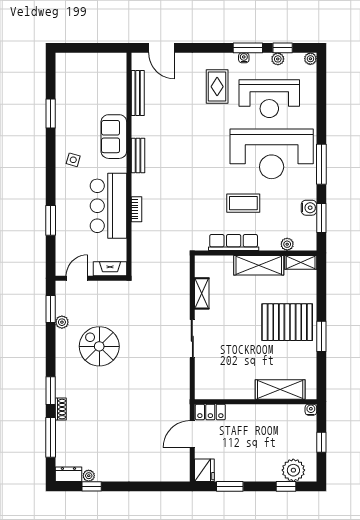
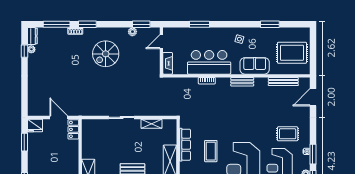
rug: (94, 80) -> (292, 53), added
door: (77, 278) -> (161, 42), swing flipped
spiral stairs: (99, 346) -> (106, 54), moved, turned 180

